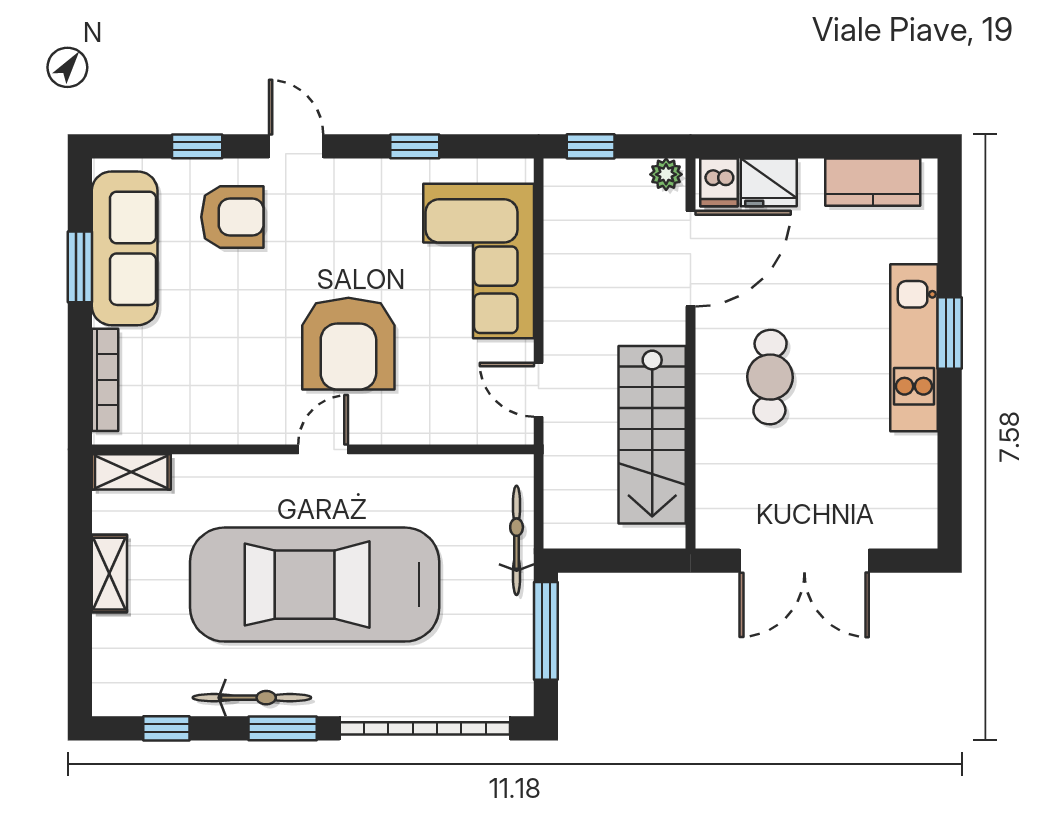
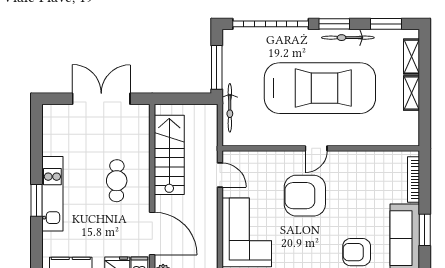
door: (691, 259) -> (152, 234), swing flipped
armchair: (348, 344) -> (305, 196), turned -90
shelving: (131, 472) -> (411, 57), moved, turned 90
window: (166, 728) -> (386, 24), width x1.50

